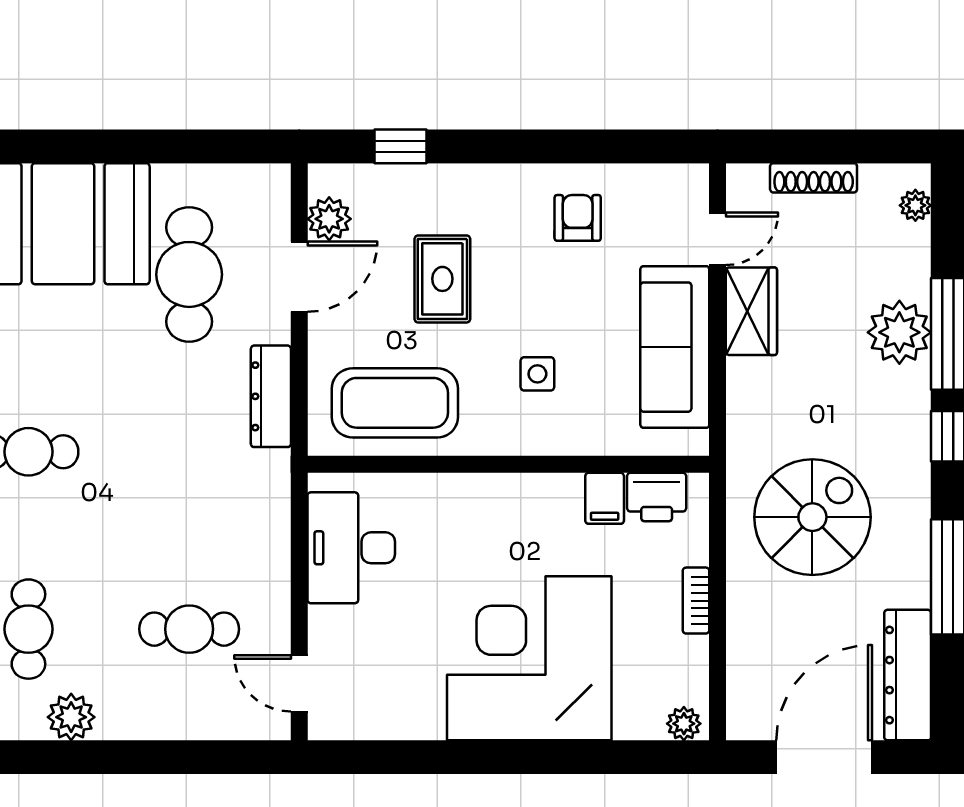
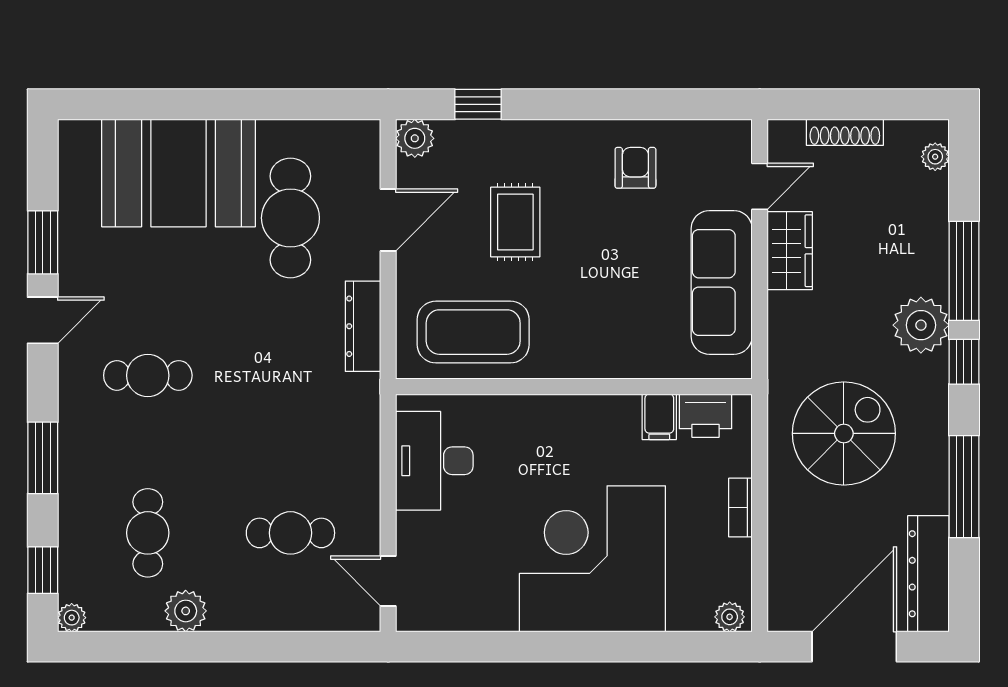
plant: (329, 219) -> (415, 138), moved
plant: (899, 332) -> (921, 325), moved
side table: (537, 374) -> (600, 306), removed

